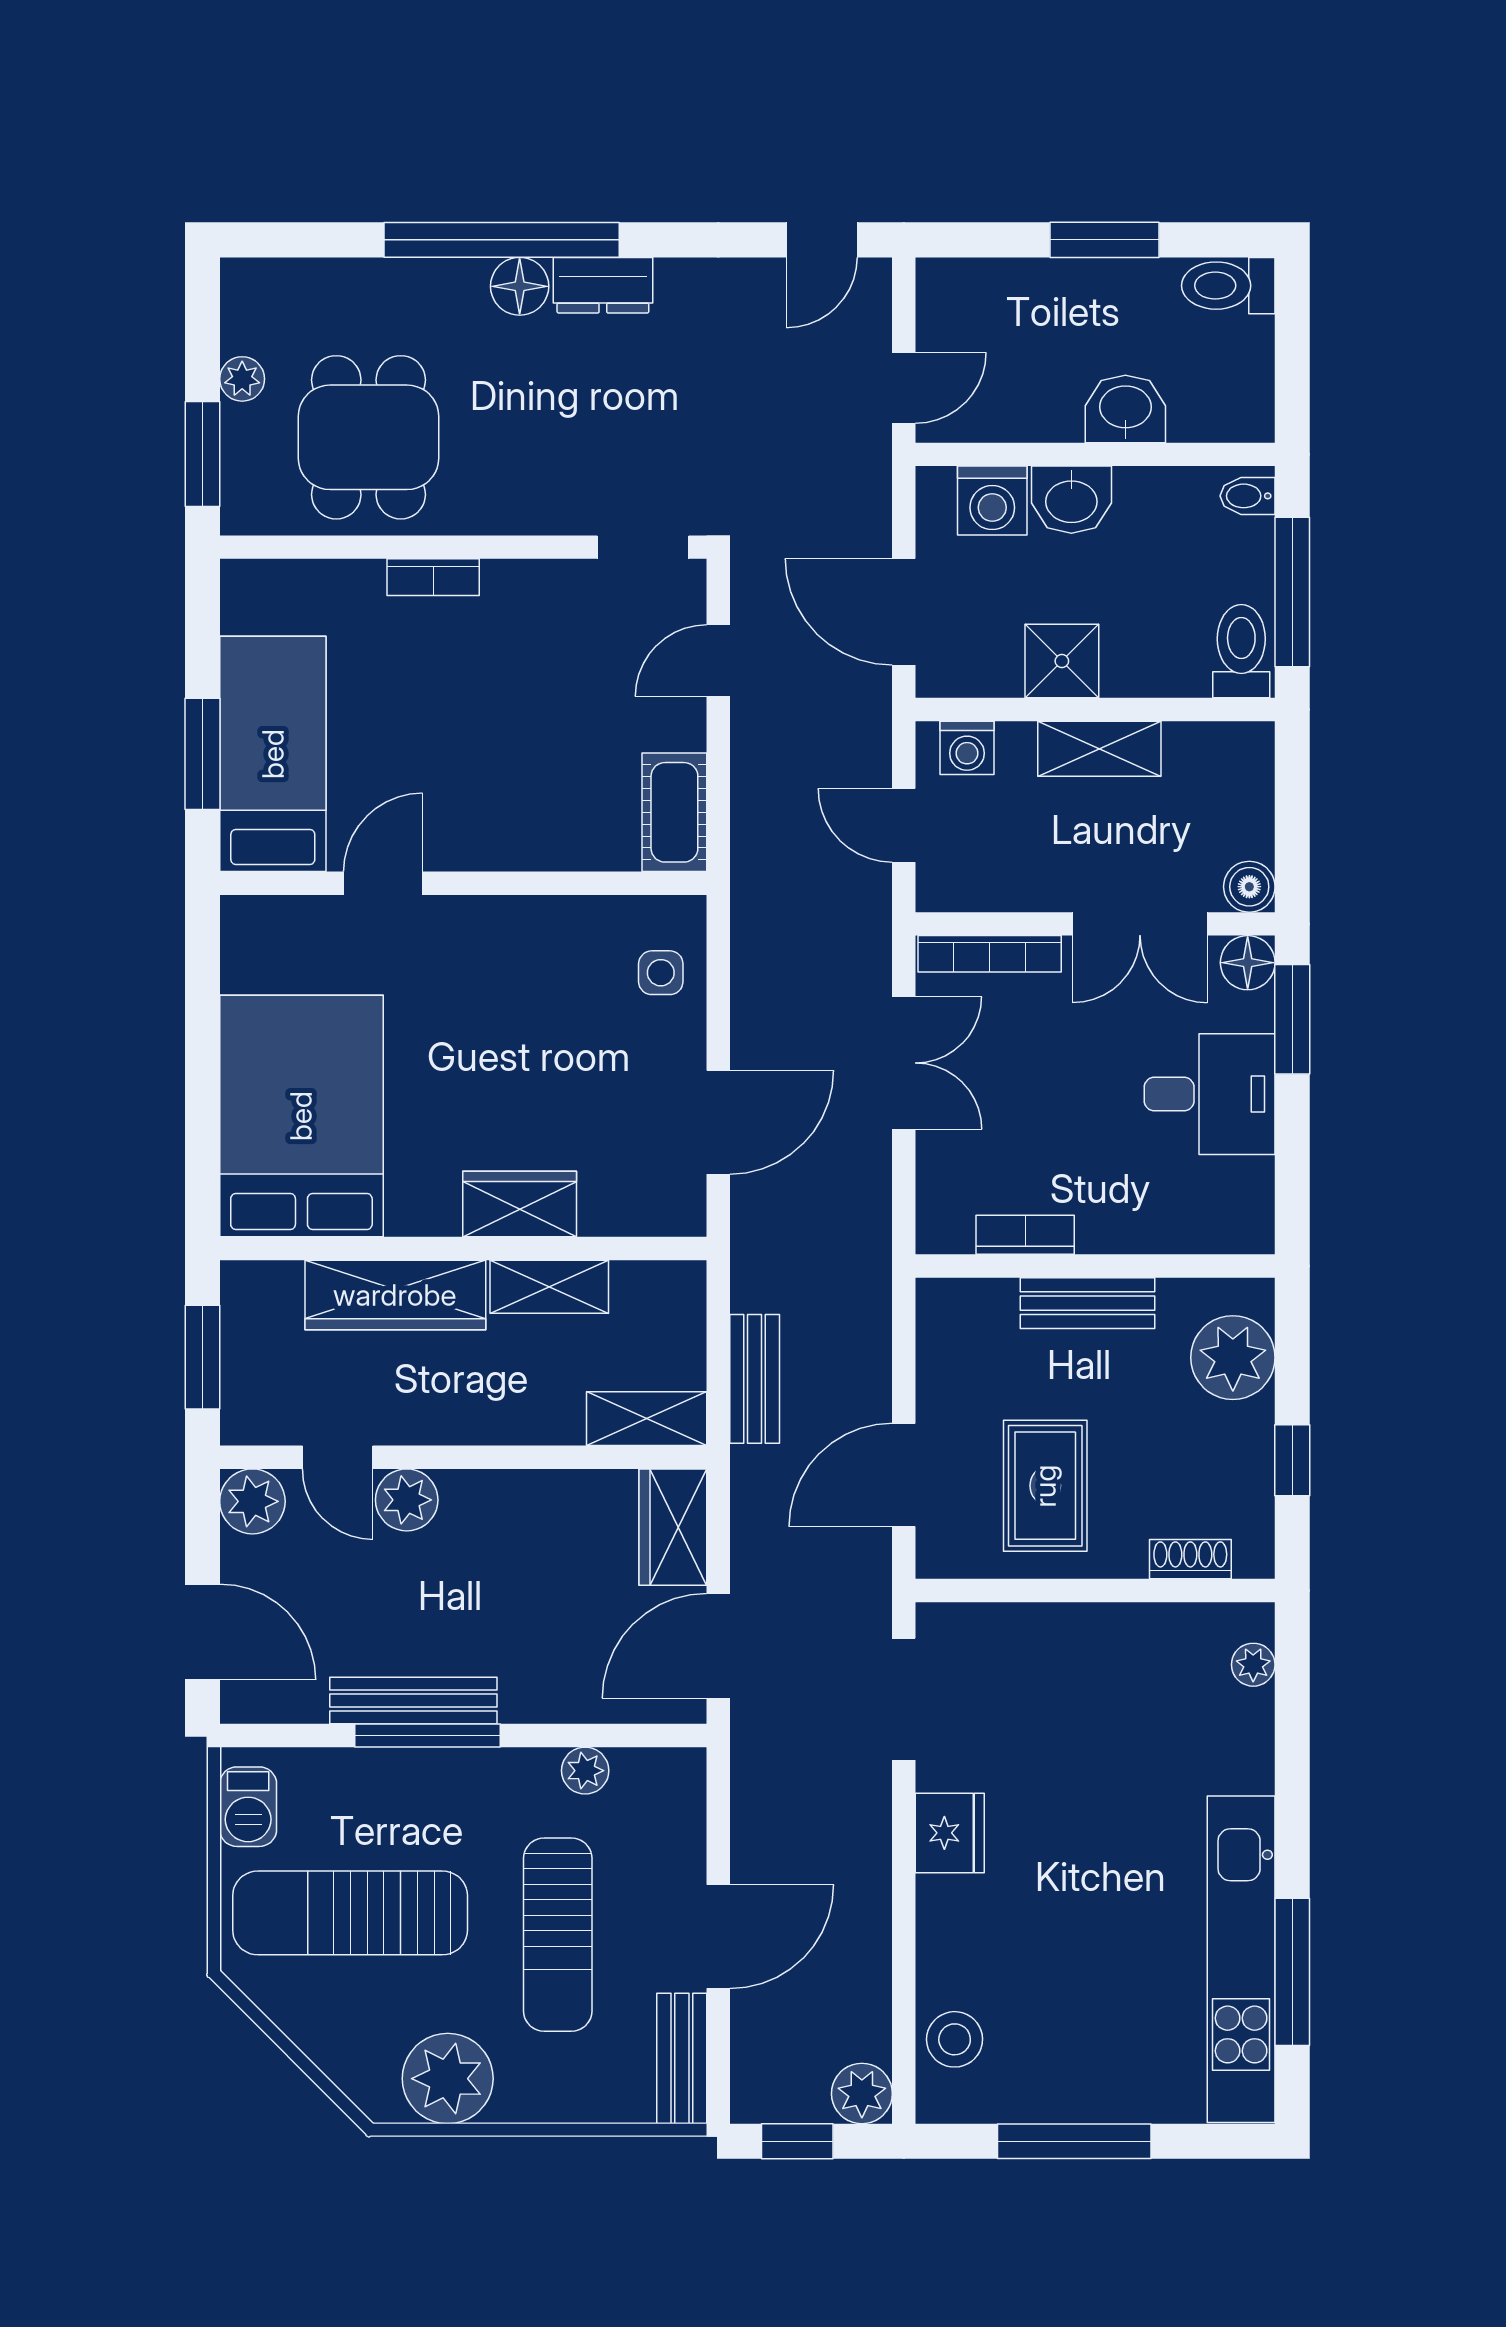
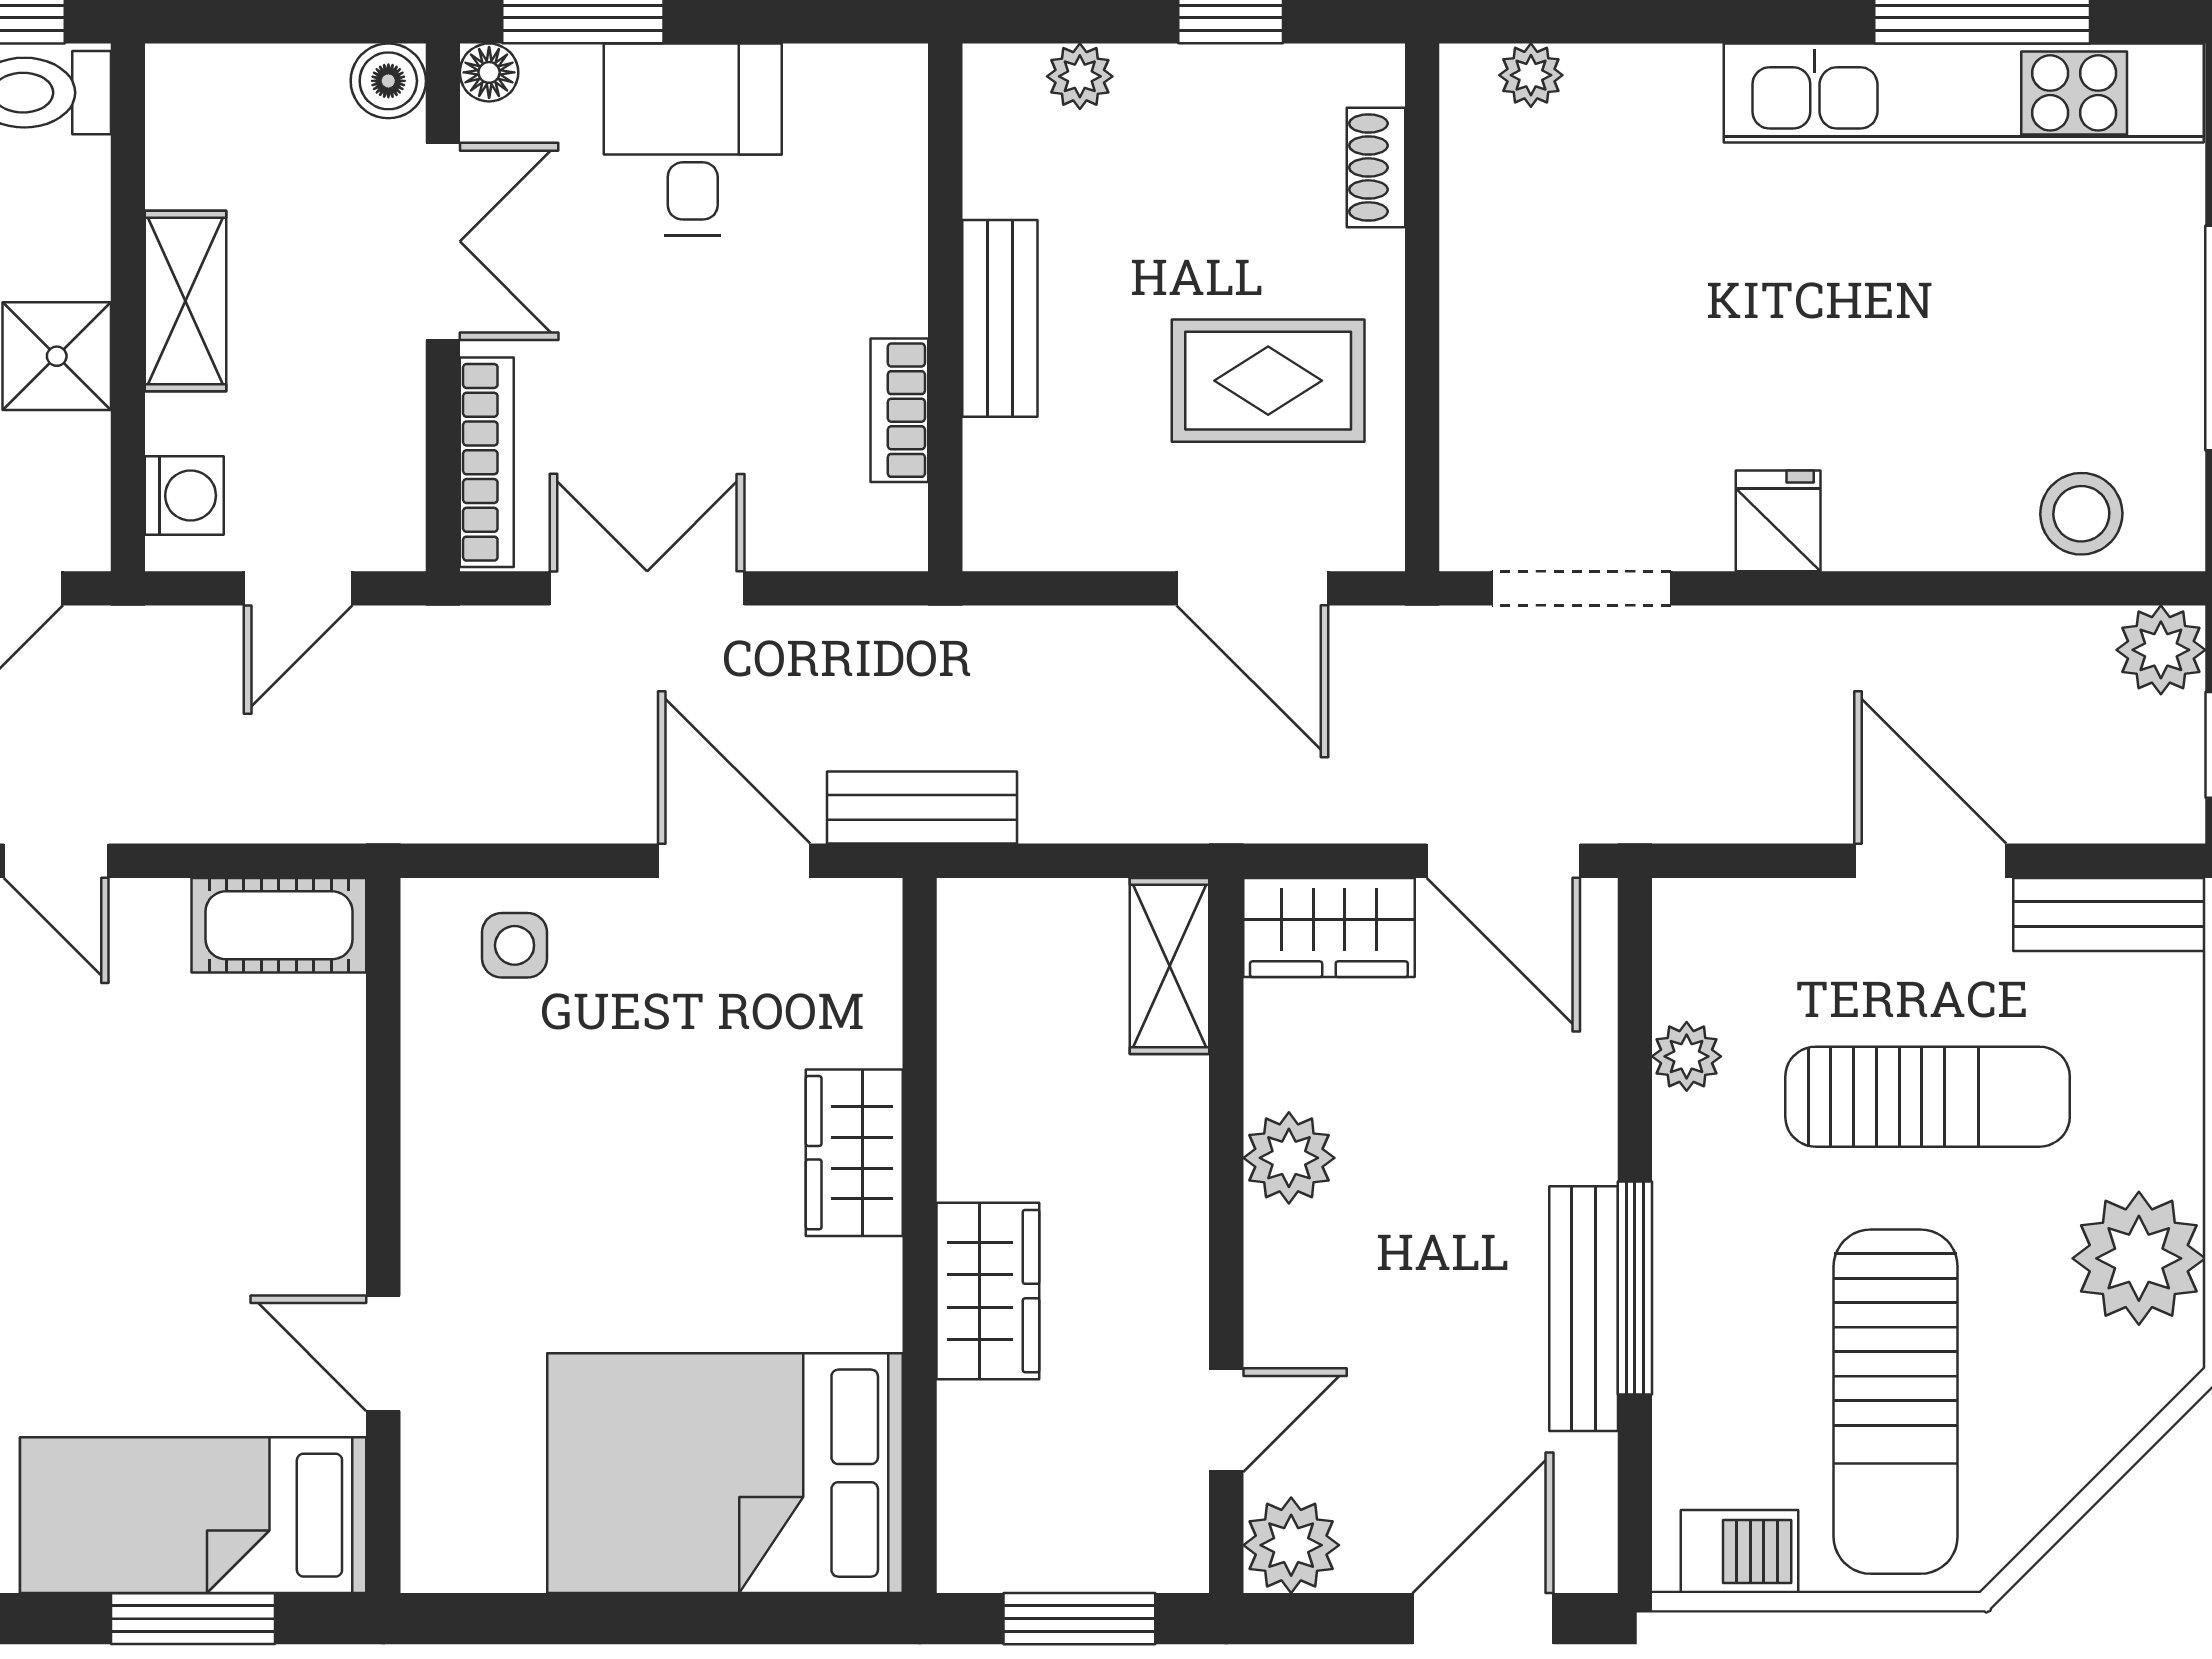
floor lamp: (1248, 963) -> (489, 72), width x0.73, depth x0.73
shelving: (549, 1287) -> (976, 1109), removed
wardrobe: (395, 1295) -> (988, 1291), width x0.67
plant: (1233, 1358) -> (1080, 76), width x0.53, depth x0.53
bench: (755, 1379) -> (922, 808), moved
plant: (407, 1500) -> (1289, 1158), moved
fridge: (950, 1833) -> (1778, 521), width x0.72

